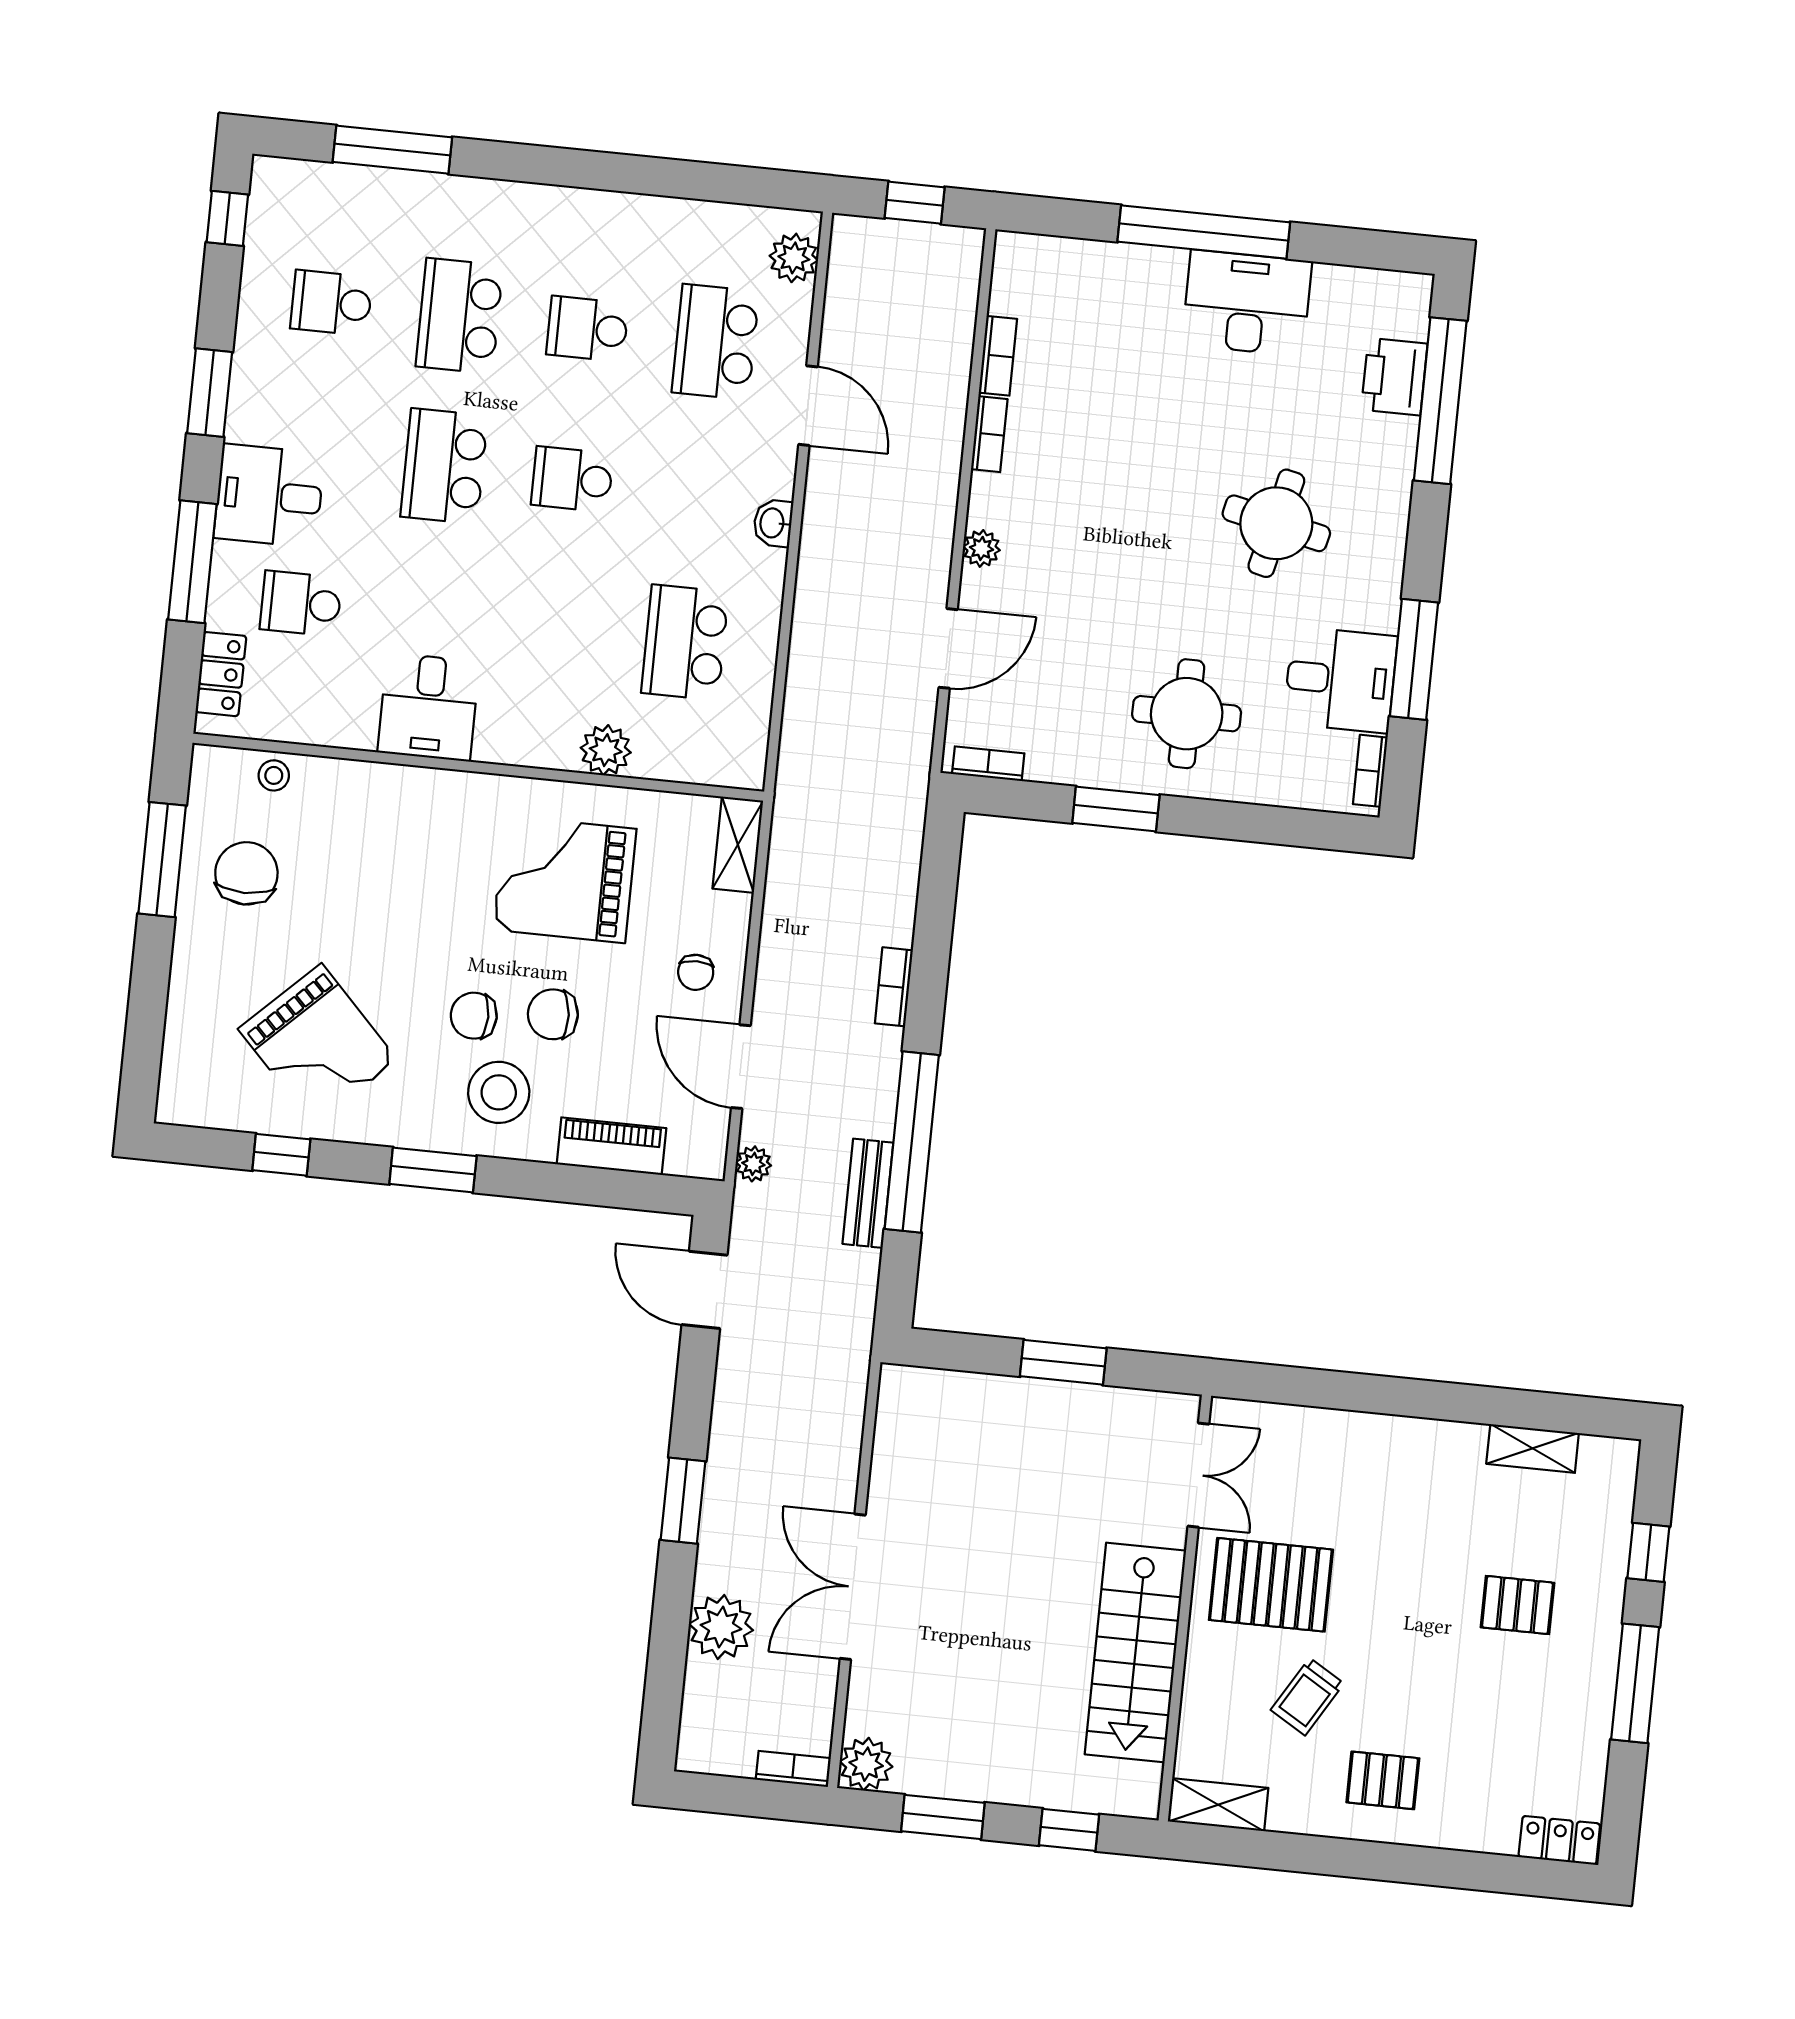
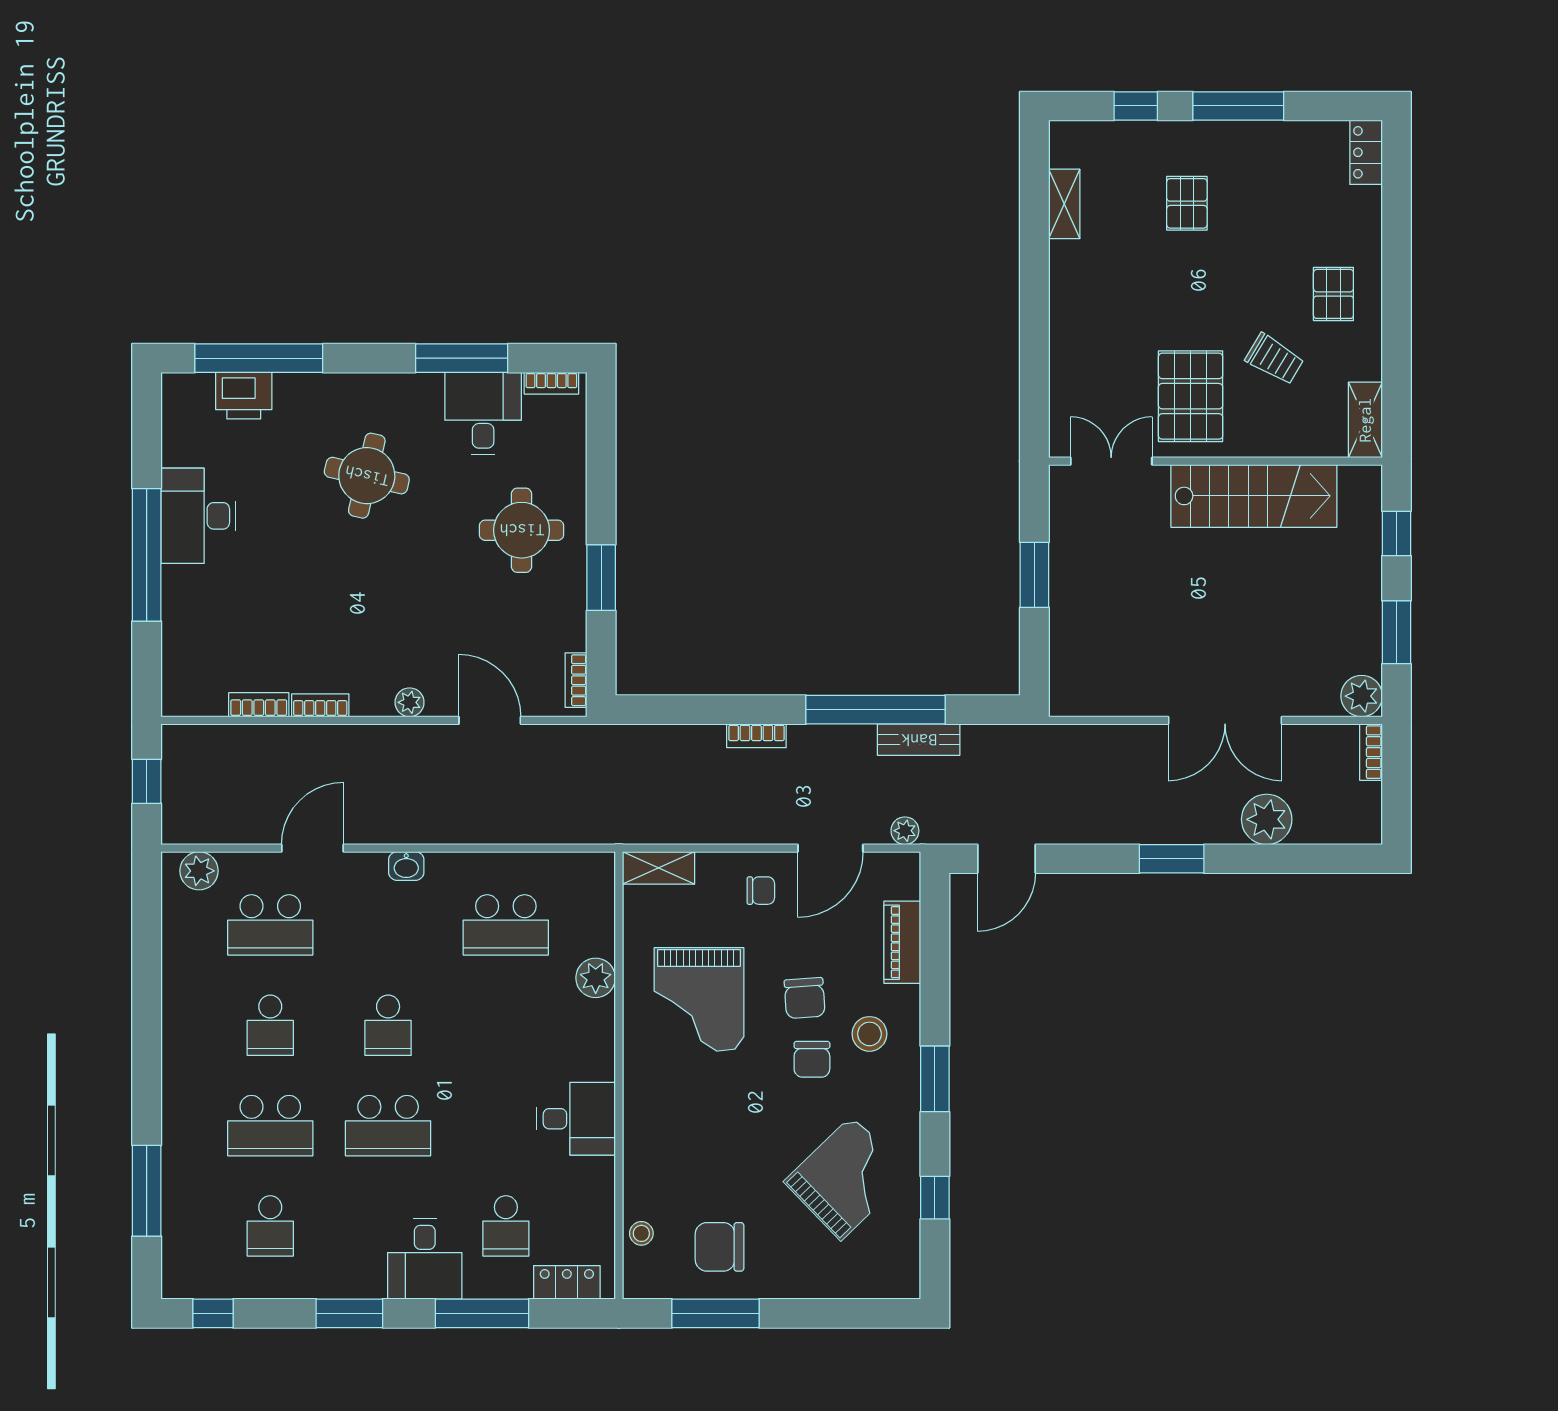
stool: (499, 1092) -> (869, 1034), width x0.73, depth x0.73

